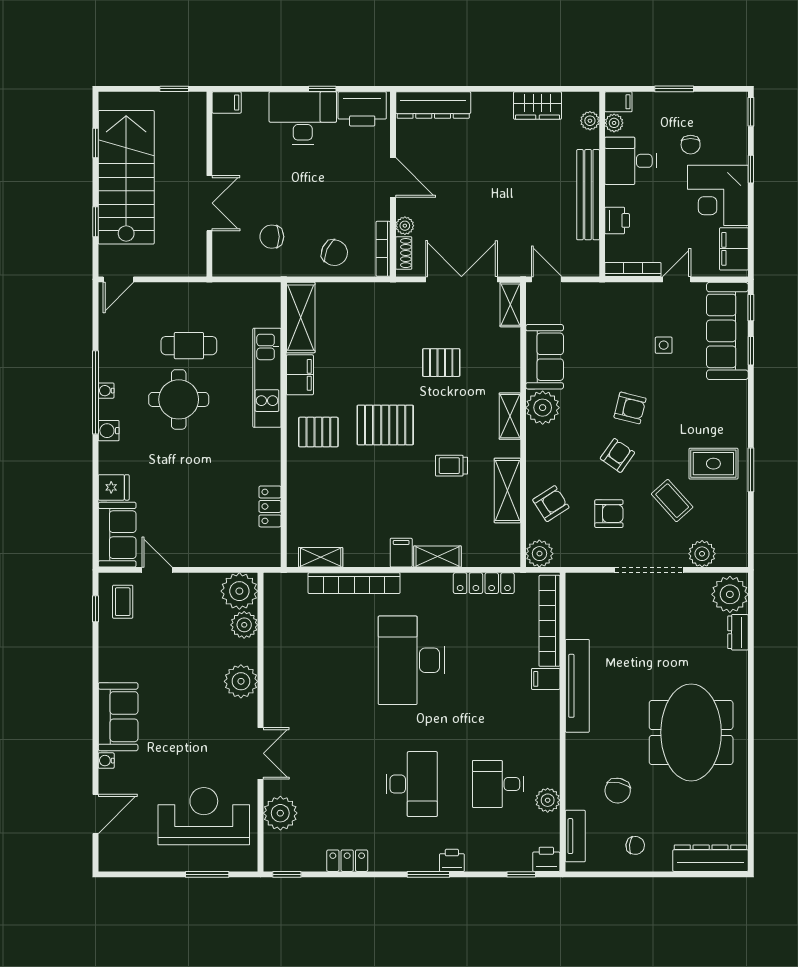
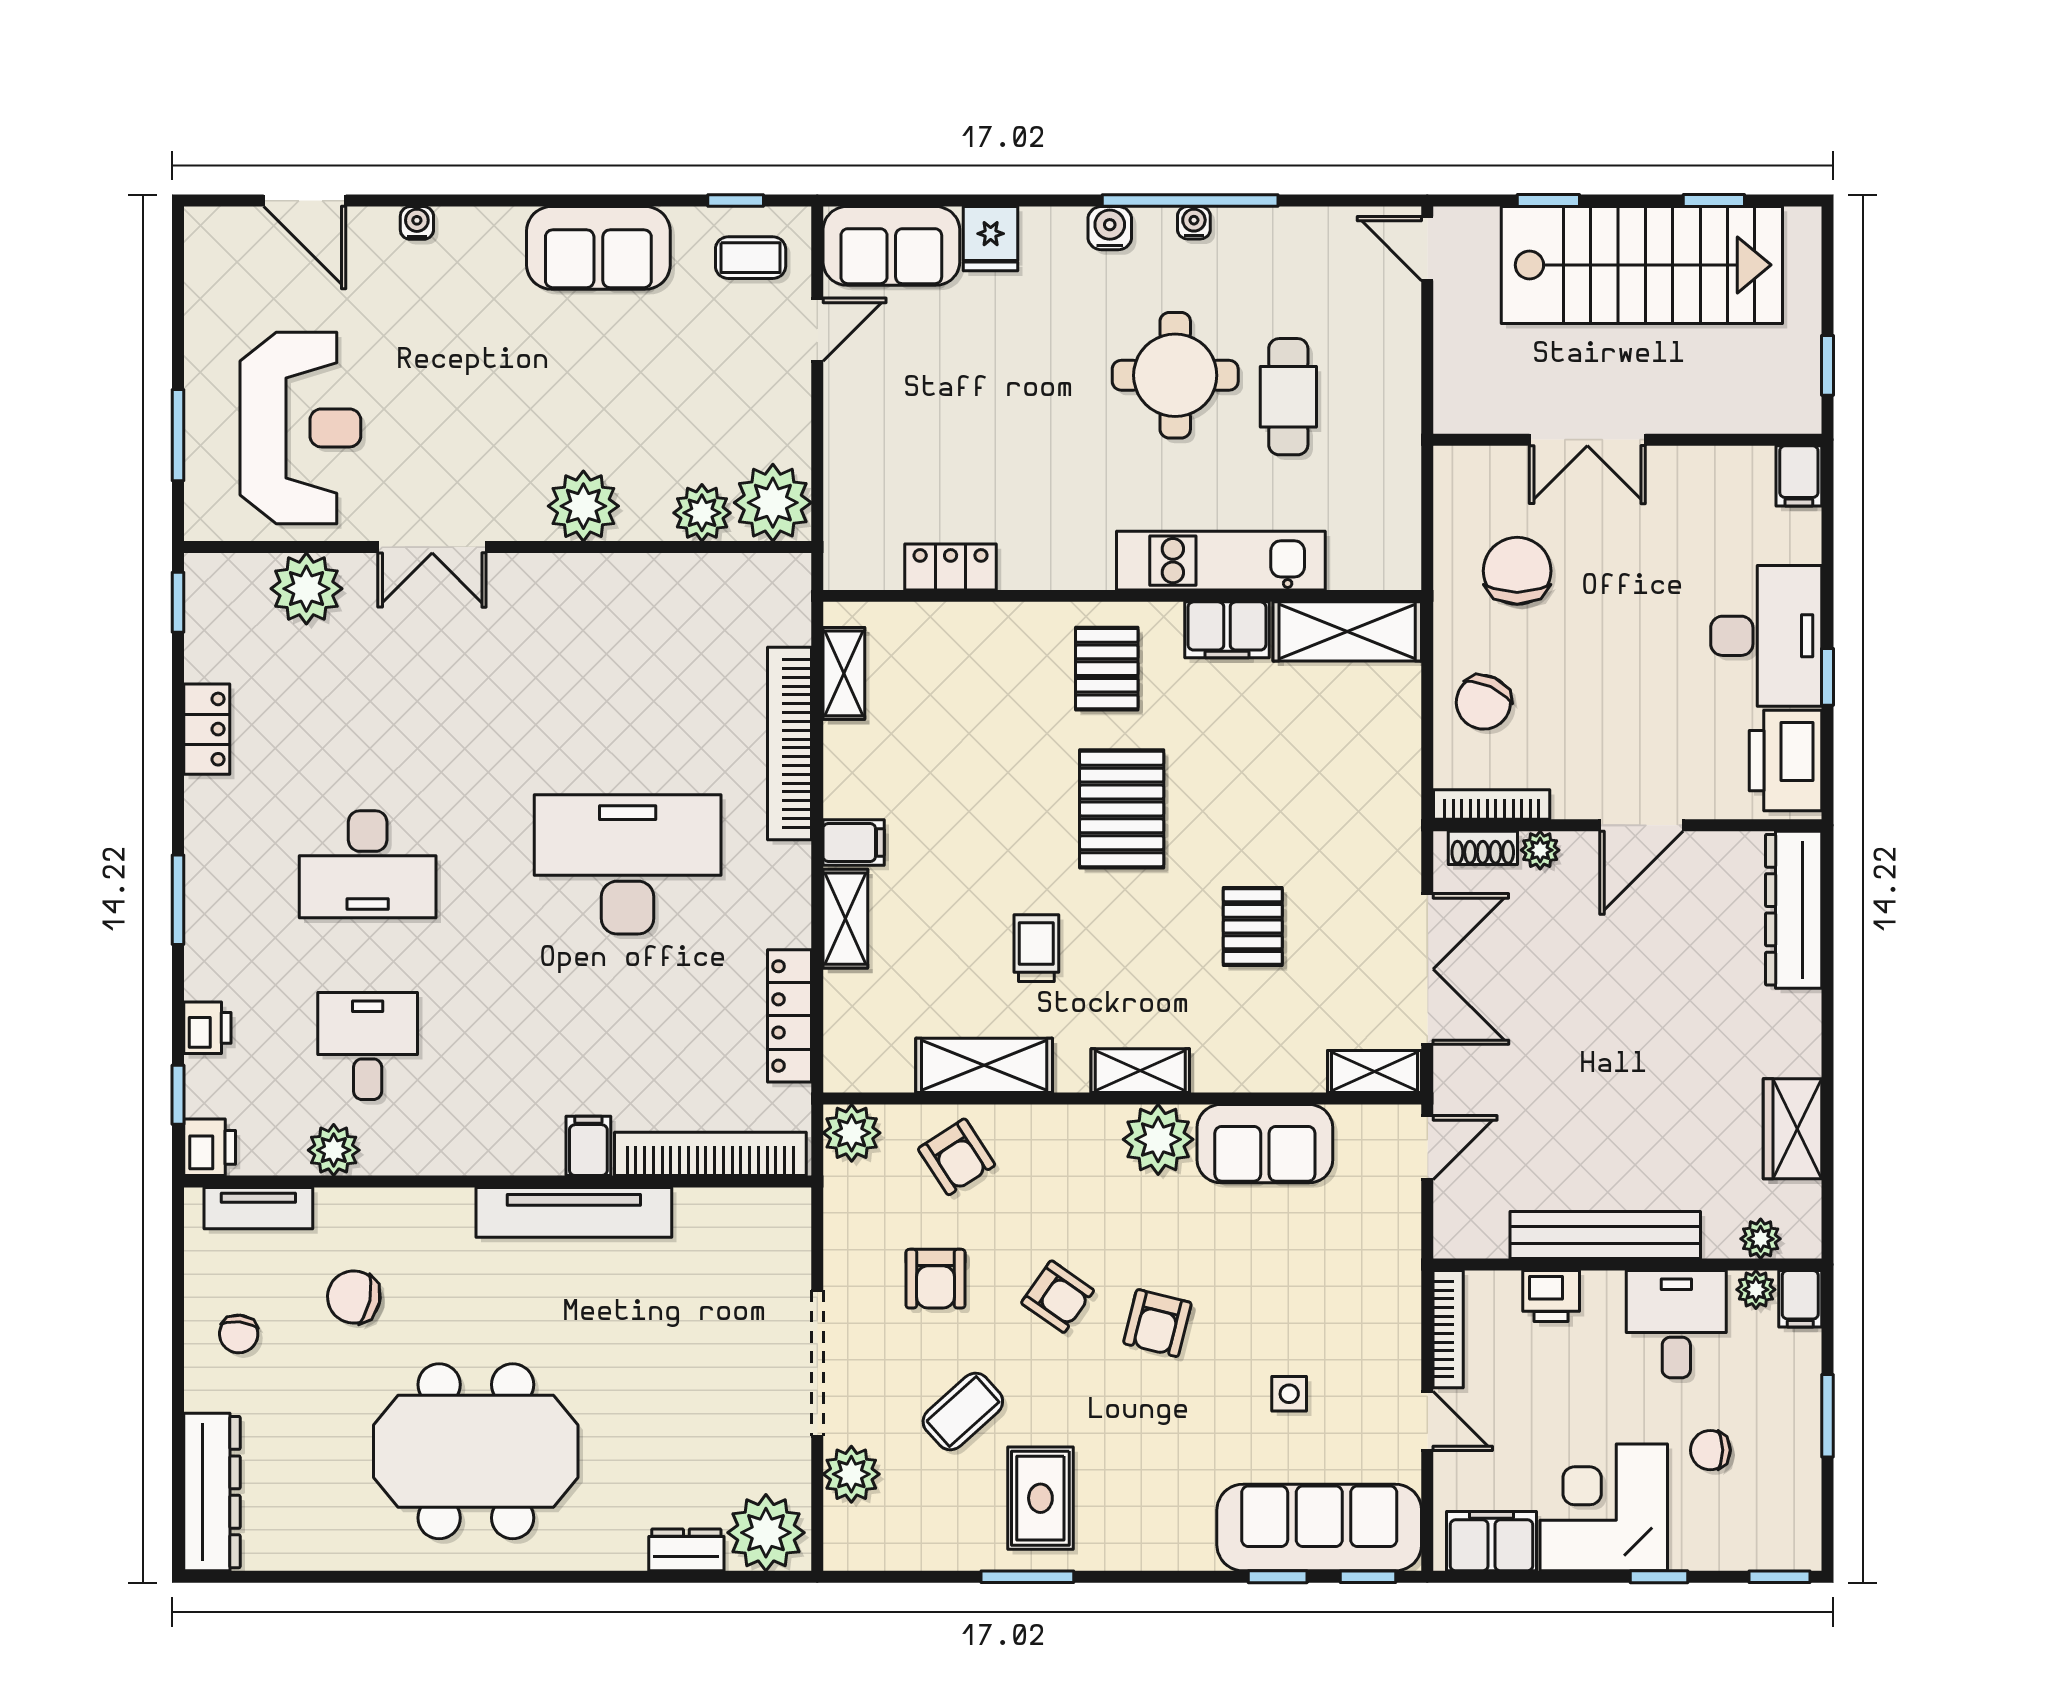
chair: (272, 237) -> (1517, 571), width x1.37, depth x1.37
sofa: (118, 717) -> (598, 248), moved
printer: (452, 860) -> (207, 1028), moved

